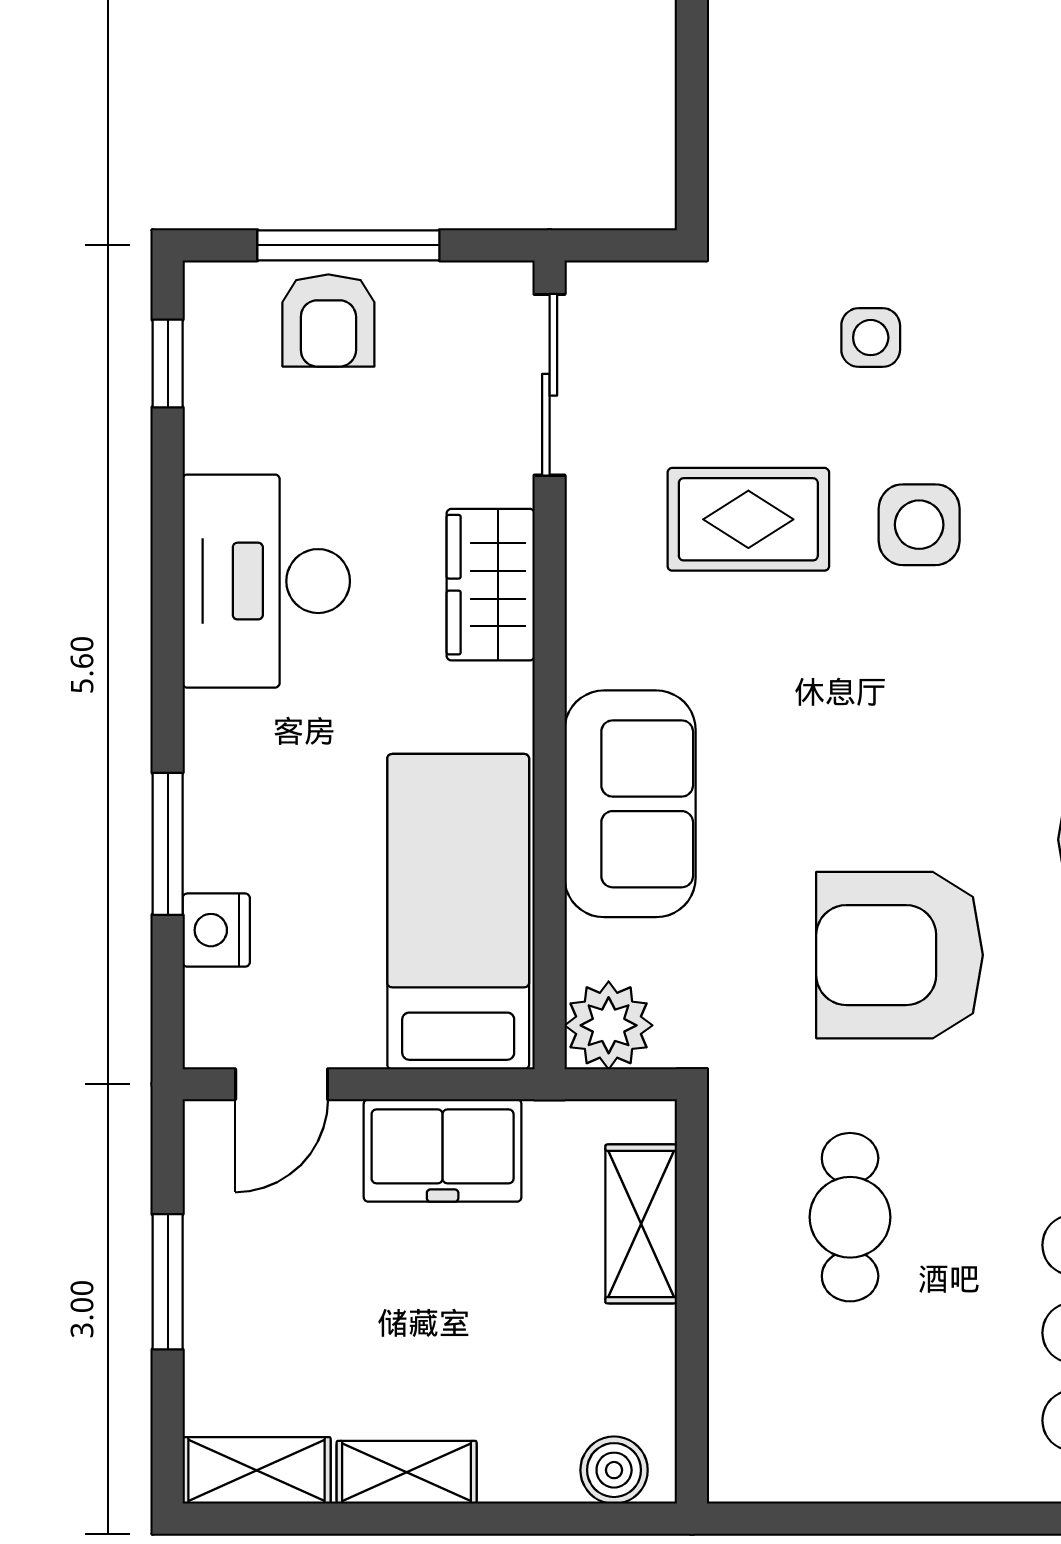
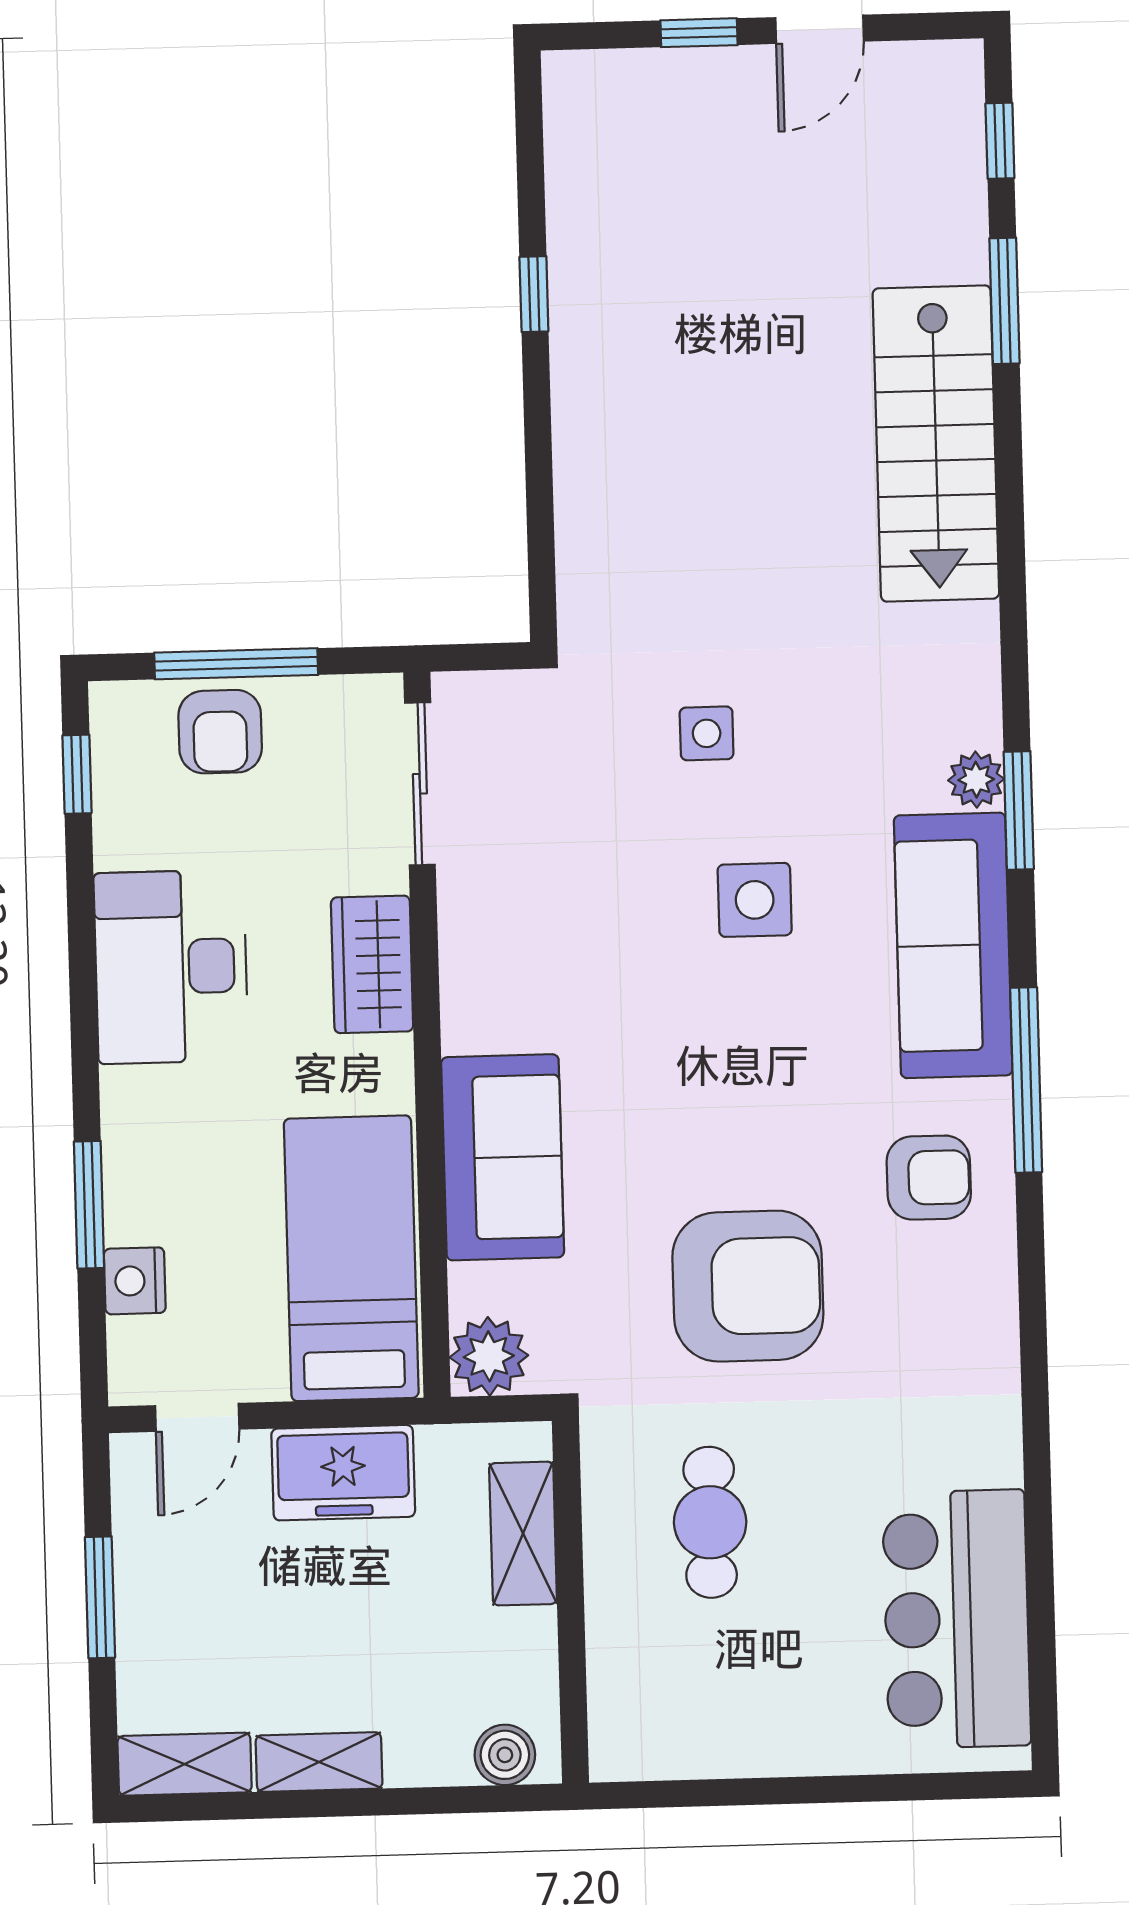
rug: (748, 519) -> (601, 899), removed
armchair: (900, 955) -> (748, 1286), turned 180

